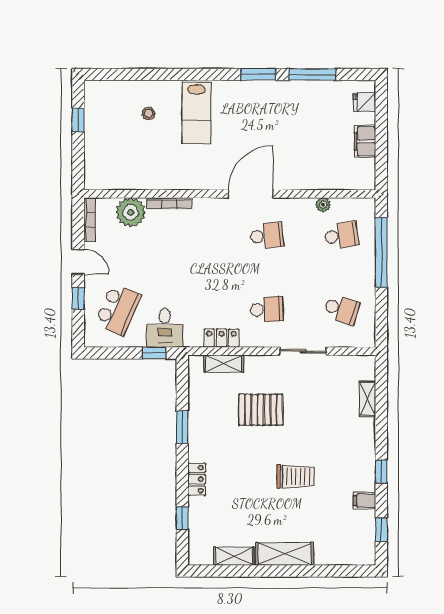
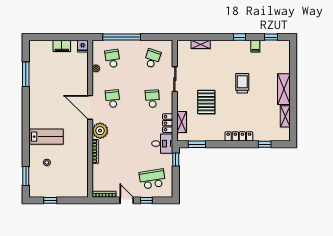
window: (258, 74) -> (26, 176), moved
fridge: (364, 102) -> (83, 46), moved
plant: (131, 212) -> (100, 131), moved
door: (78, 262) -> (127, 200), hinge flipped
school desk: (118, 309) -> (152, 179), turned -33
desk: (165, 328) -> (162, 144), moved
window: (182, 427) -> (197, 144), moved
locker: (197, 479) -> (239, 136), width x1.53

